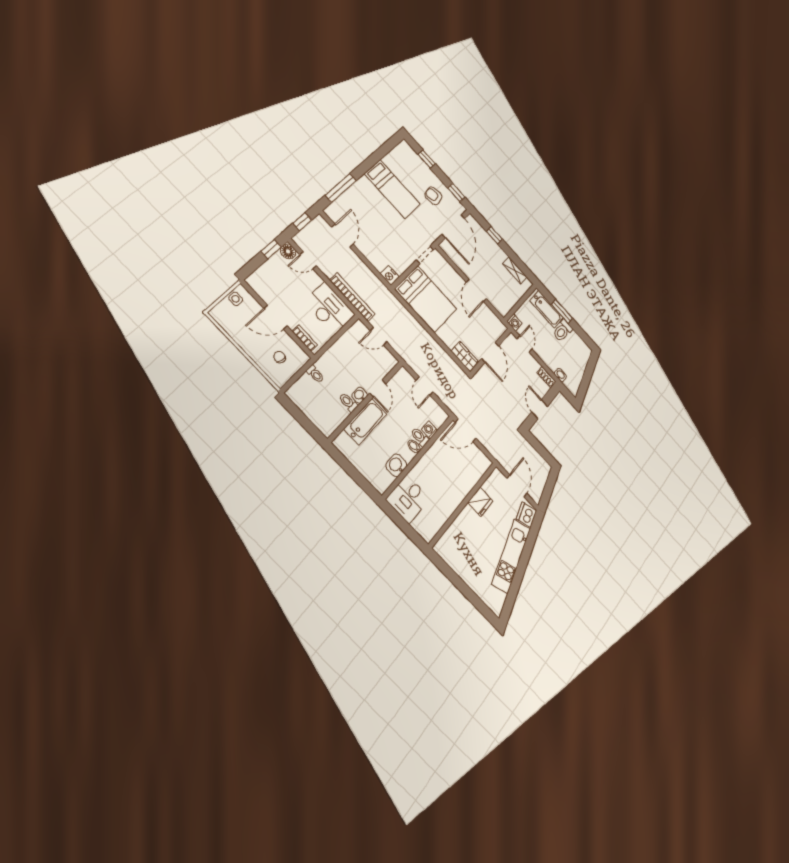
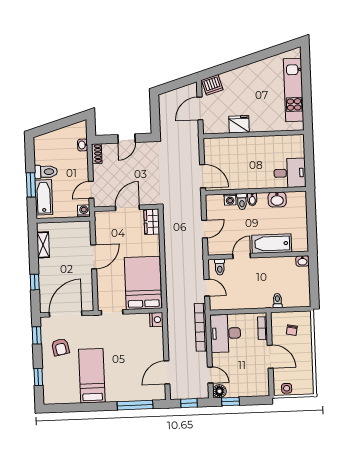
washbasin: (360, 395) -> (302, 261), moved
toilet: (348, 402) -> (220, 267), moved
kitchen unit: (511, 556) -> (293, 90), moved, turned 107

